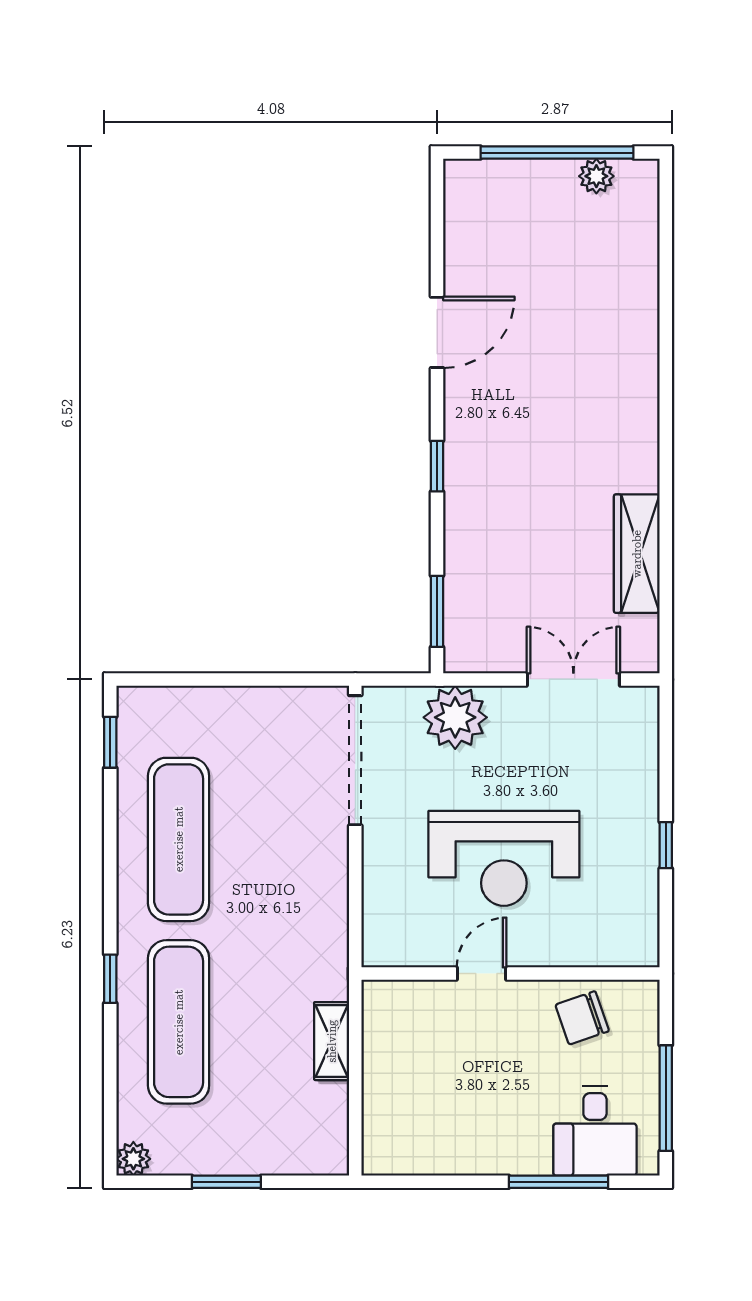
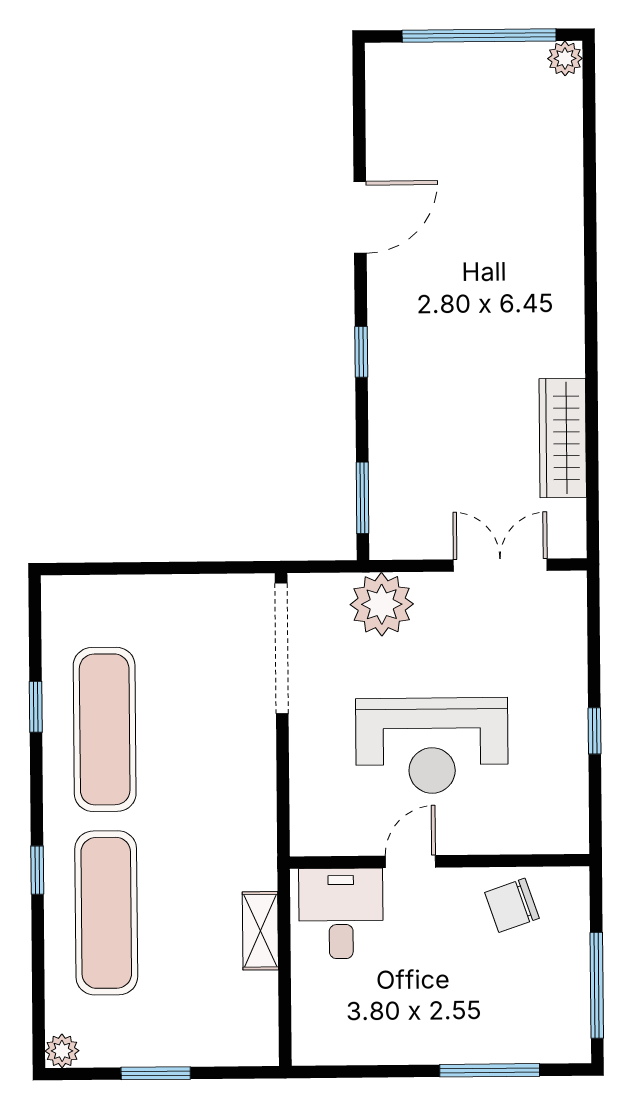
plant: (596, 176) -> (565, 58), moved
window: (110, 742) -> (36, 707), moved
desk: (595, 1131) -> (341, 914), moved, turned 180

